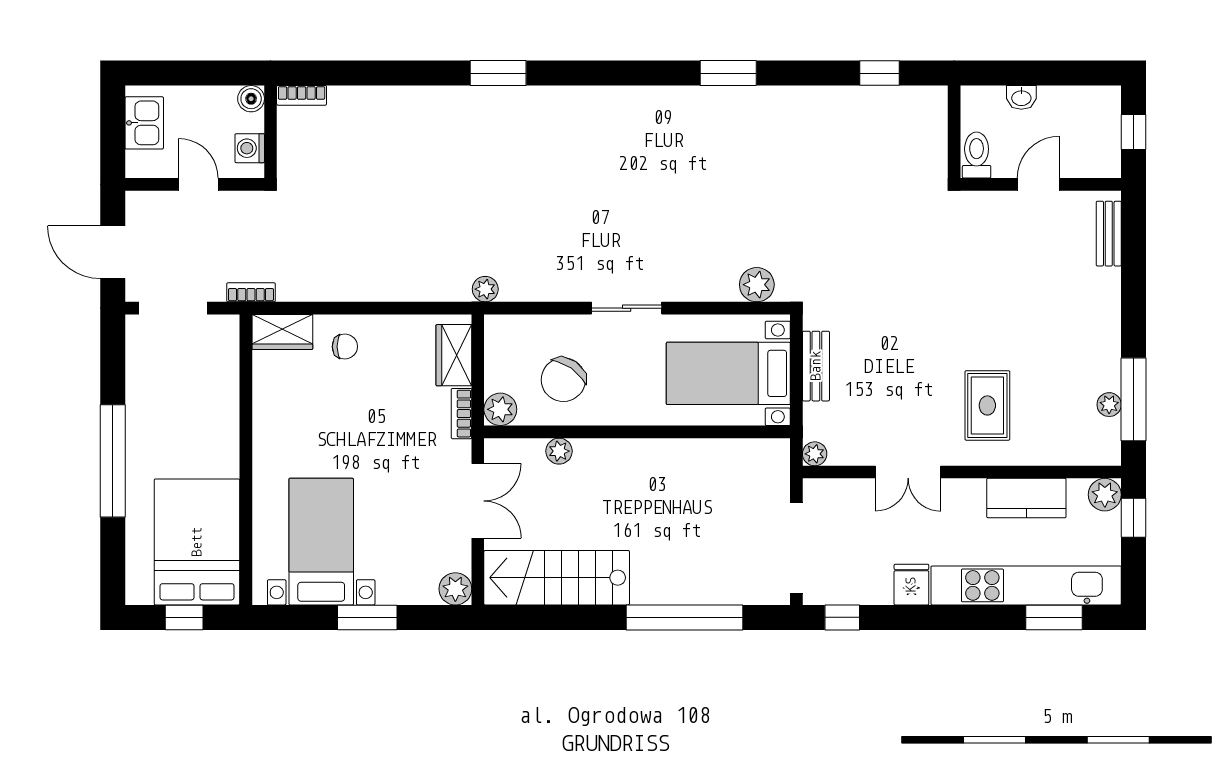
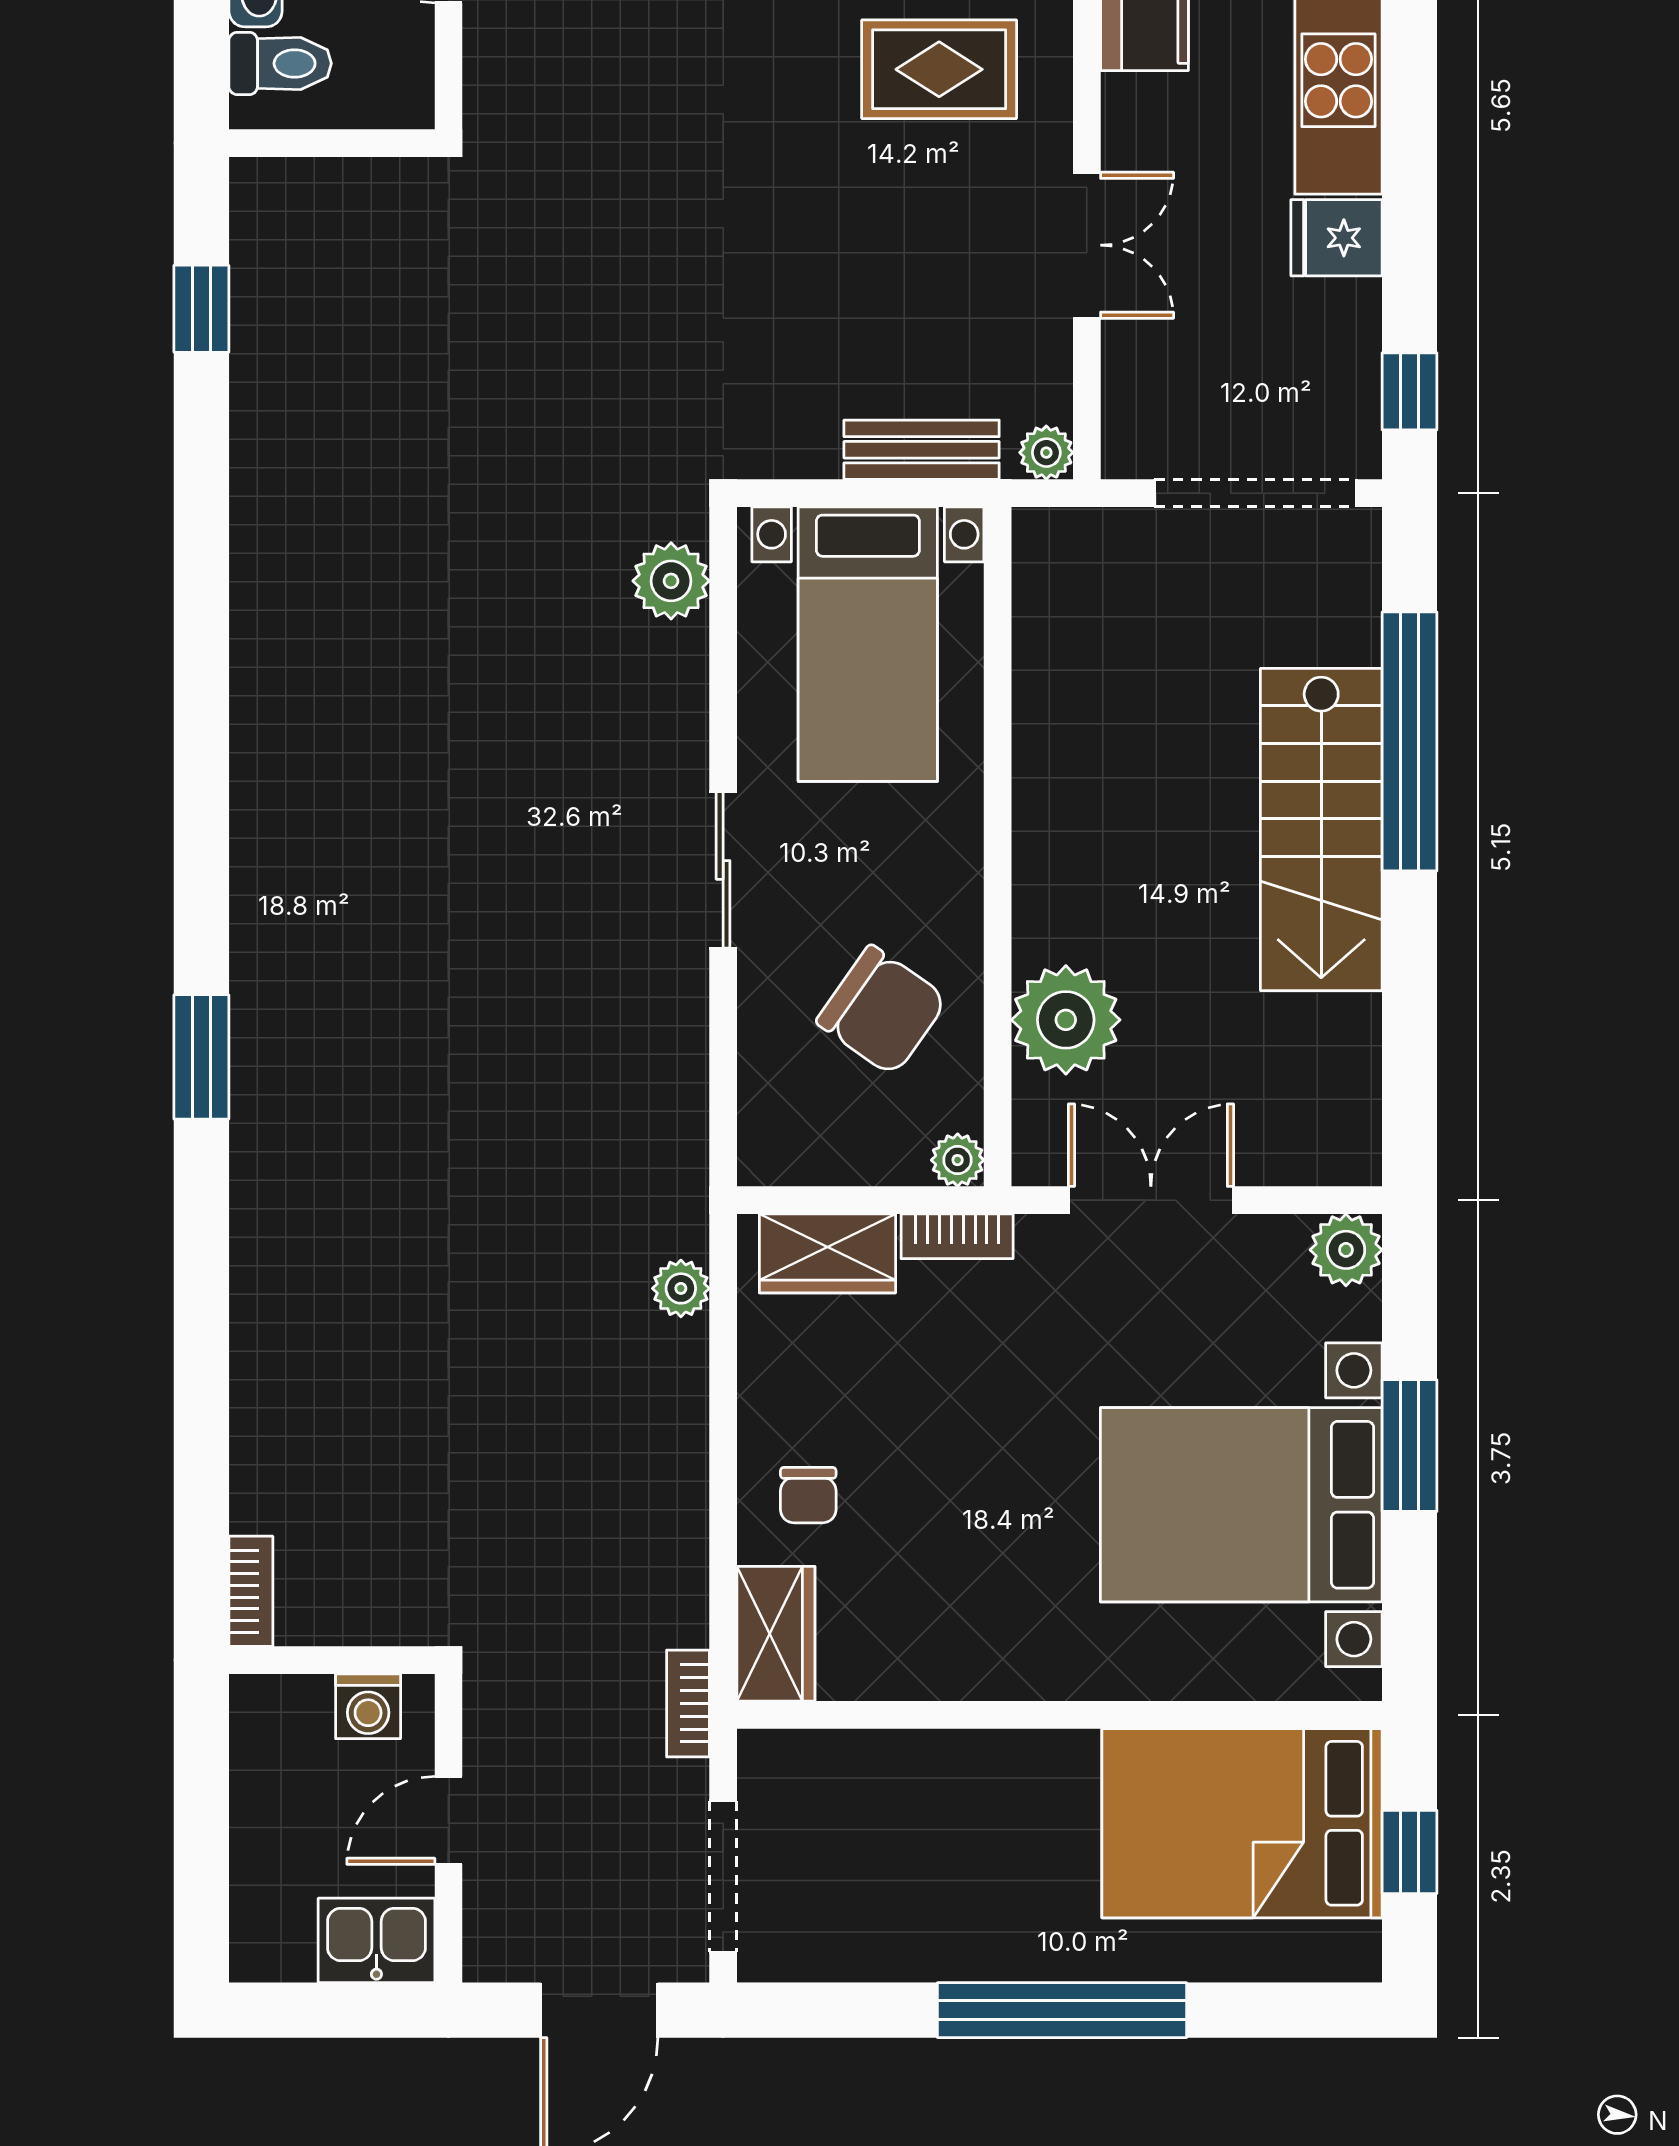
window: (498, 73) -> (201, 1057), moved
window: (728, 73) -> (201, 644), removed
boiler: (251, 99) -> (258, 1703), removed
kitchen sink: (144, 123) -> (376, 1940), moved
toilet: (977, 155) -> (280, 63), moved, turned 180
plant: (485, 289) -> (681, 1288), moved
chair: (345, 347) -> (808, 1495), turned 180
bench: (816, 366) -> (922, 450), moved
plant: (500, 409) -> (958, 1160), width x0.73, depth x0.73
plant: (559, 451) -> (1066, 1020), width x1.87, depth x1.87
bed with nightstands: (321, 542) -> (1241, 1505), width x1.36
stairs: (557, 578) -> (1321, 830), moved

